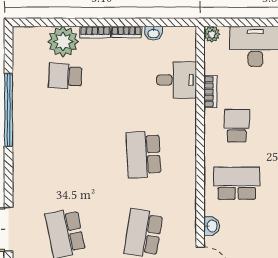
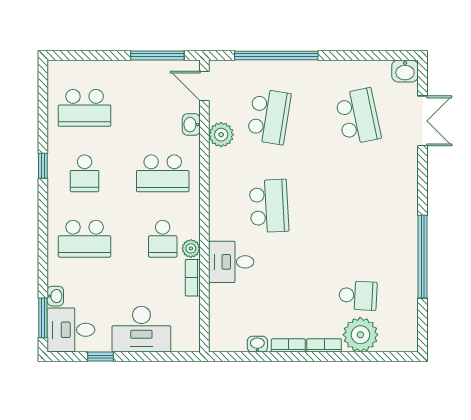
plant: (212, 34) -> (191, 248), moved
desk: (177, 80) -> (231, 262), moved
plant: (185, 217) -> (221, 135), added

